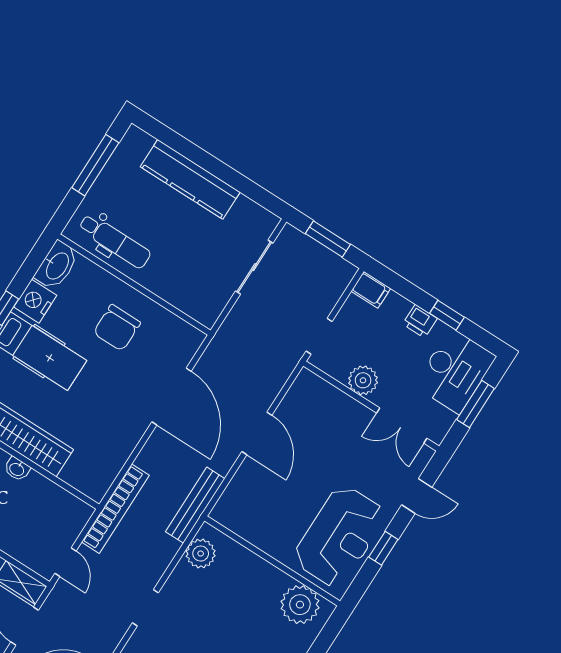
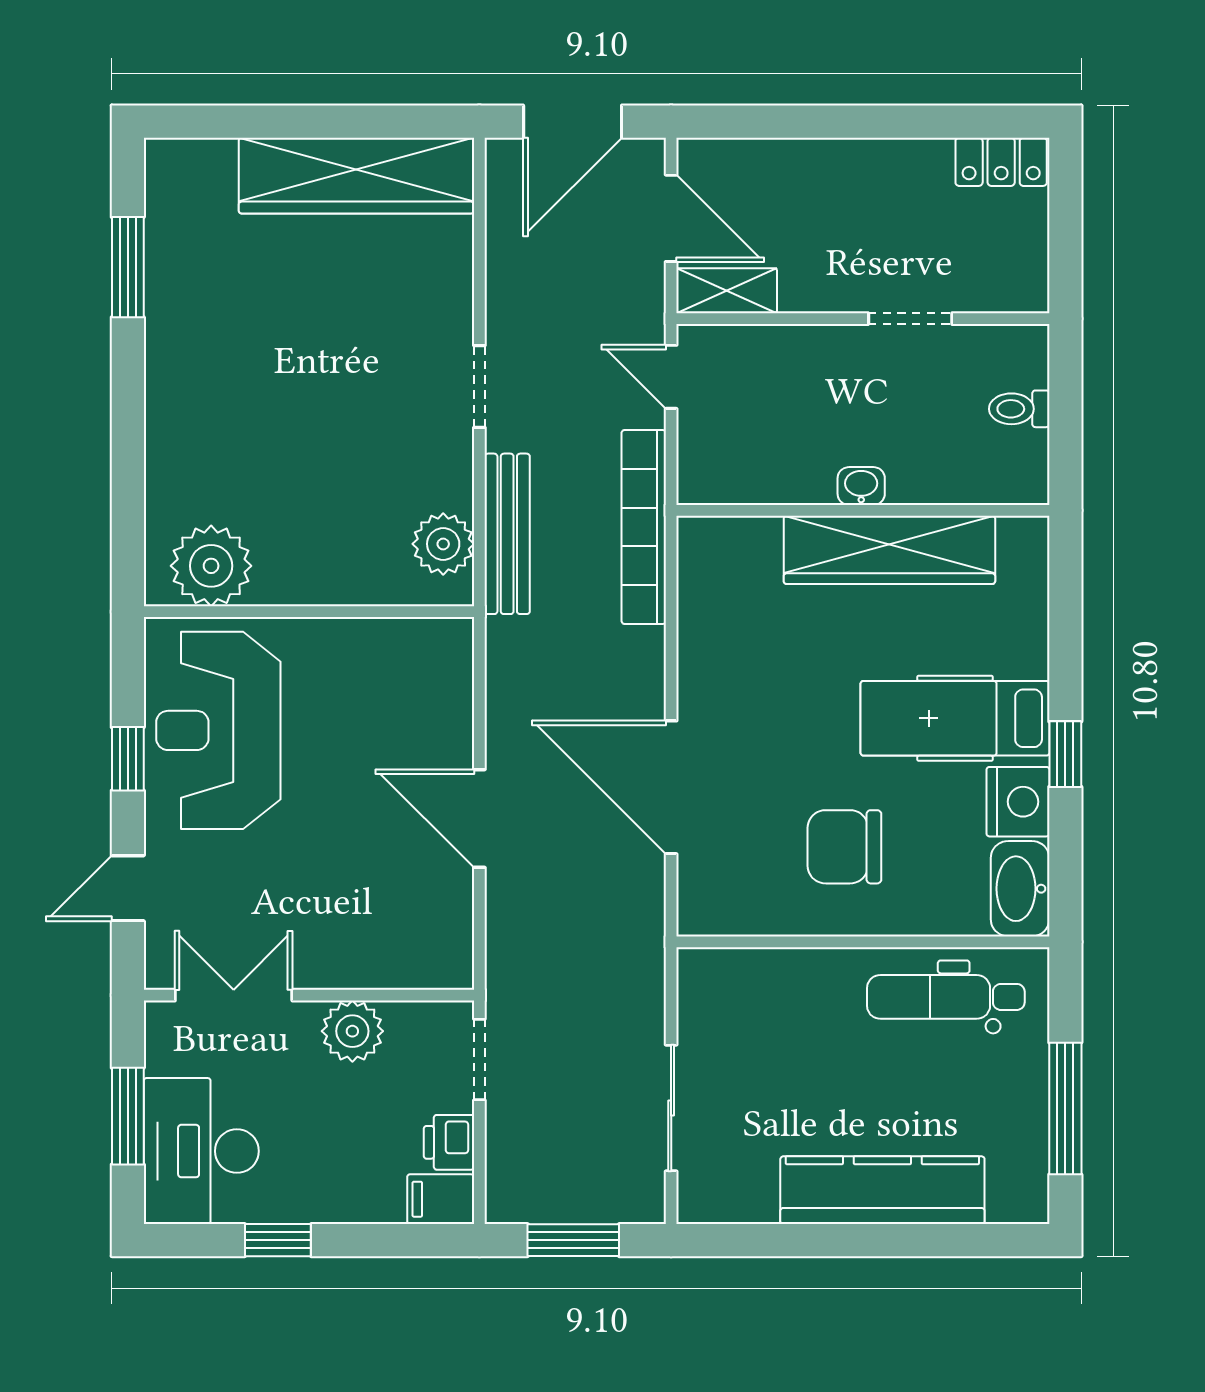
printer: (420, 321) -> (449, 1142), moved, turned -90
chair: (117, 328) -> (844, 847), turned -90
bench: (195, 505) -> (507, 534), moved

